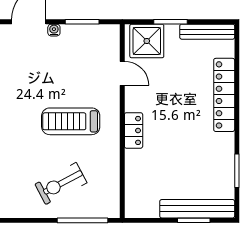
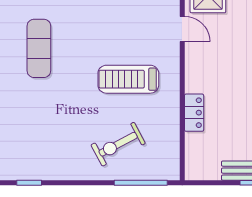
locker: (134, 130) -> (194, 113), moved

